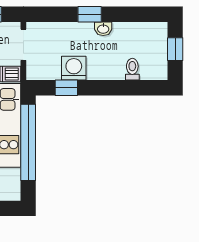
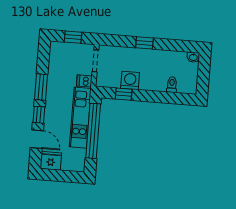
washbasin: (103, 29) -> (193, 57), moved
window: (175, 49) -> (204, 73), removed

